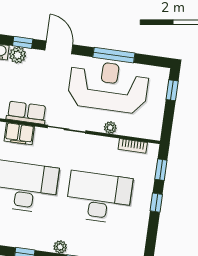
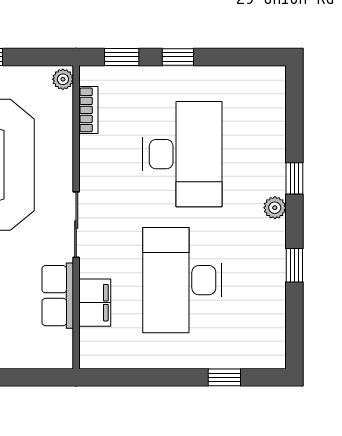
plant: (110, 128) -> (63, 79), moved
desk: (99, 197) -> (182, 154), turned 180

